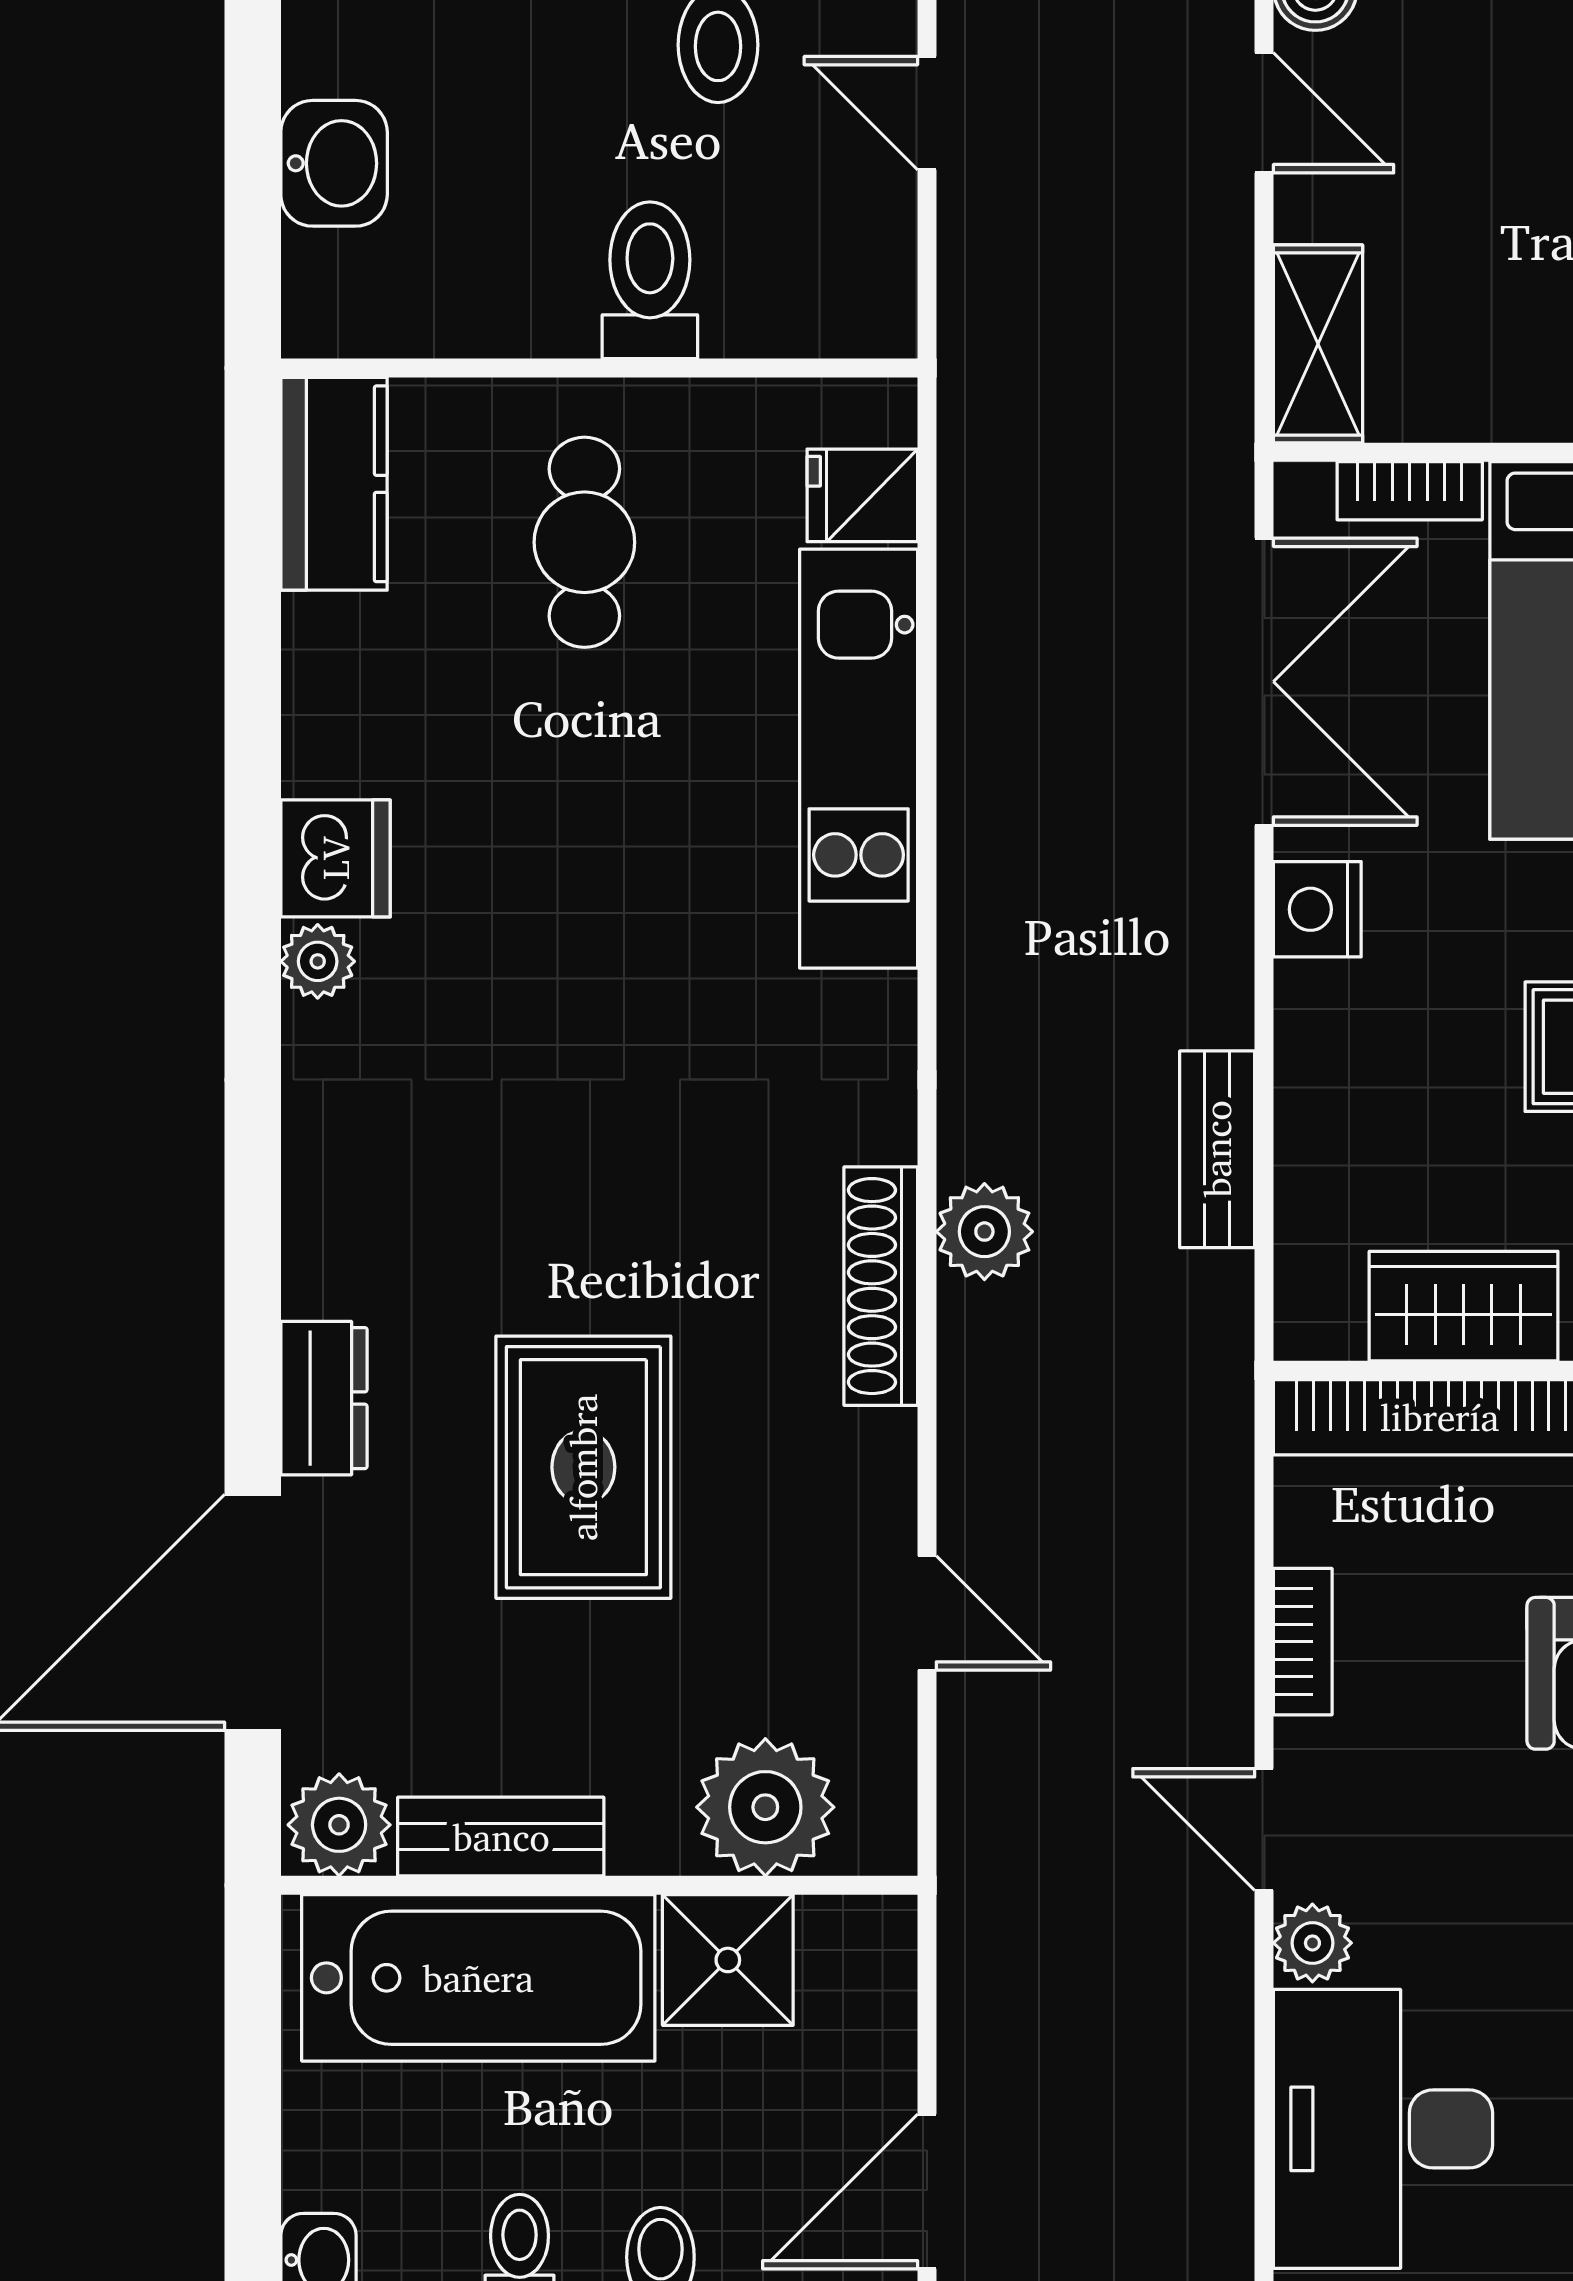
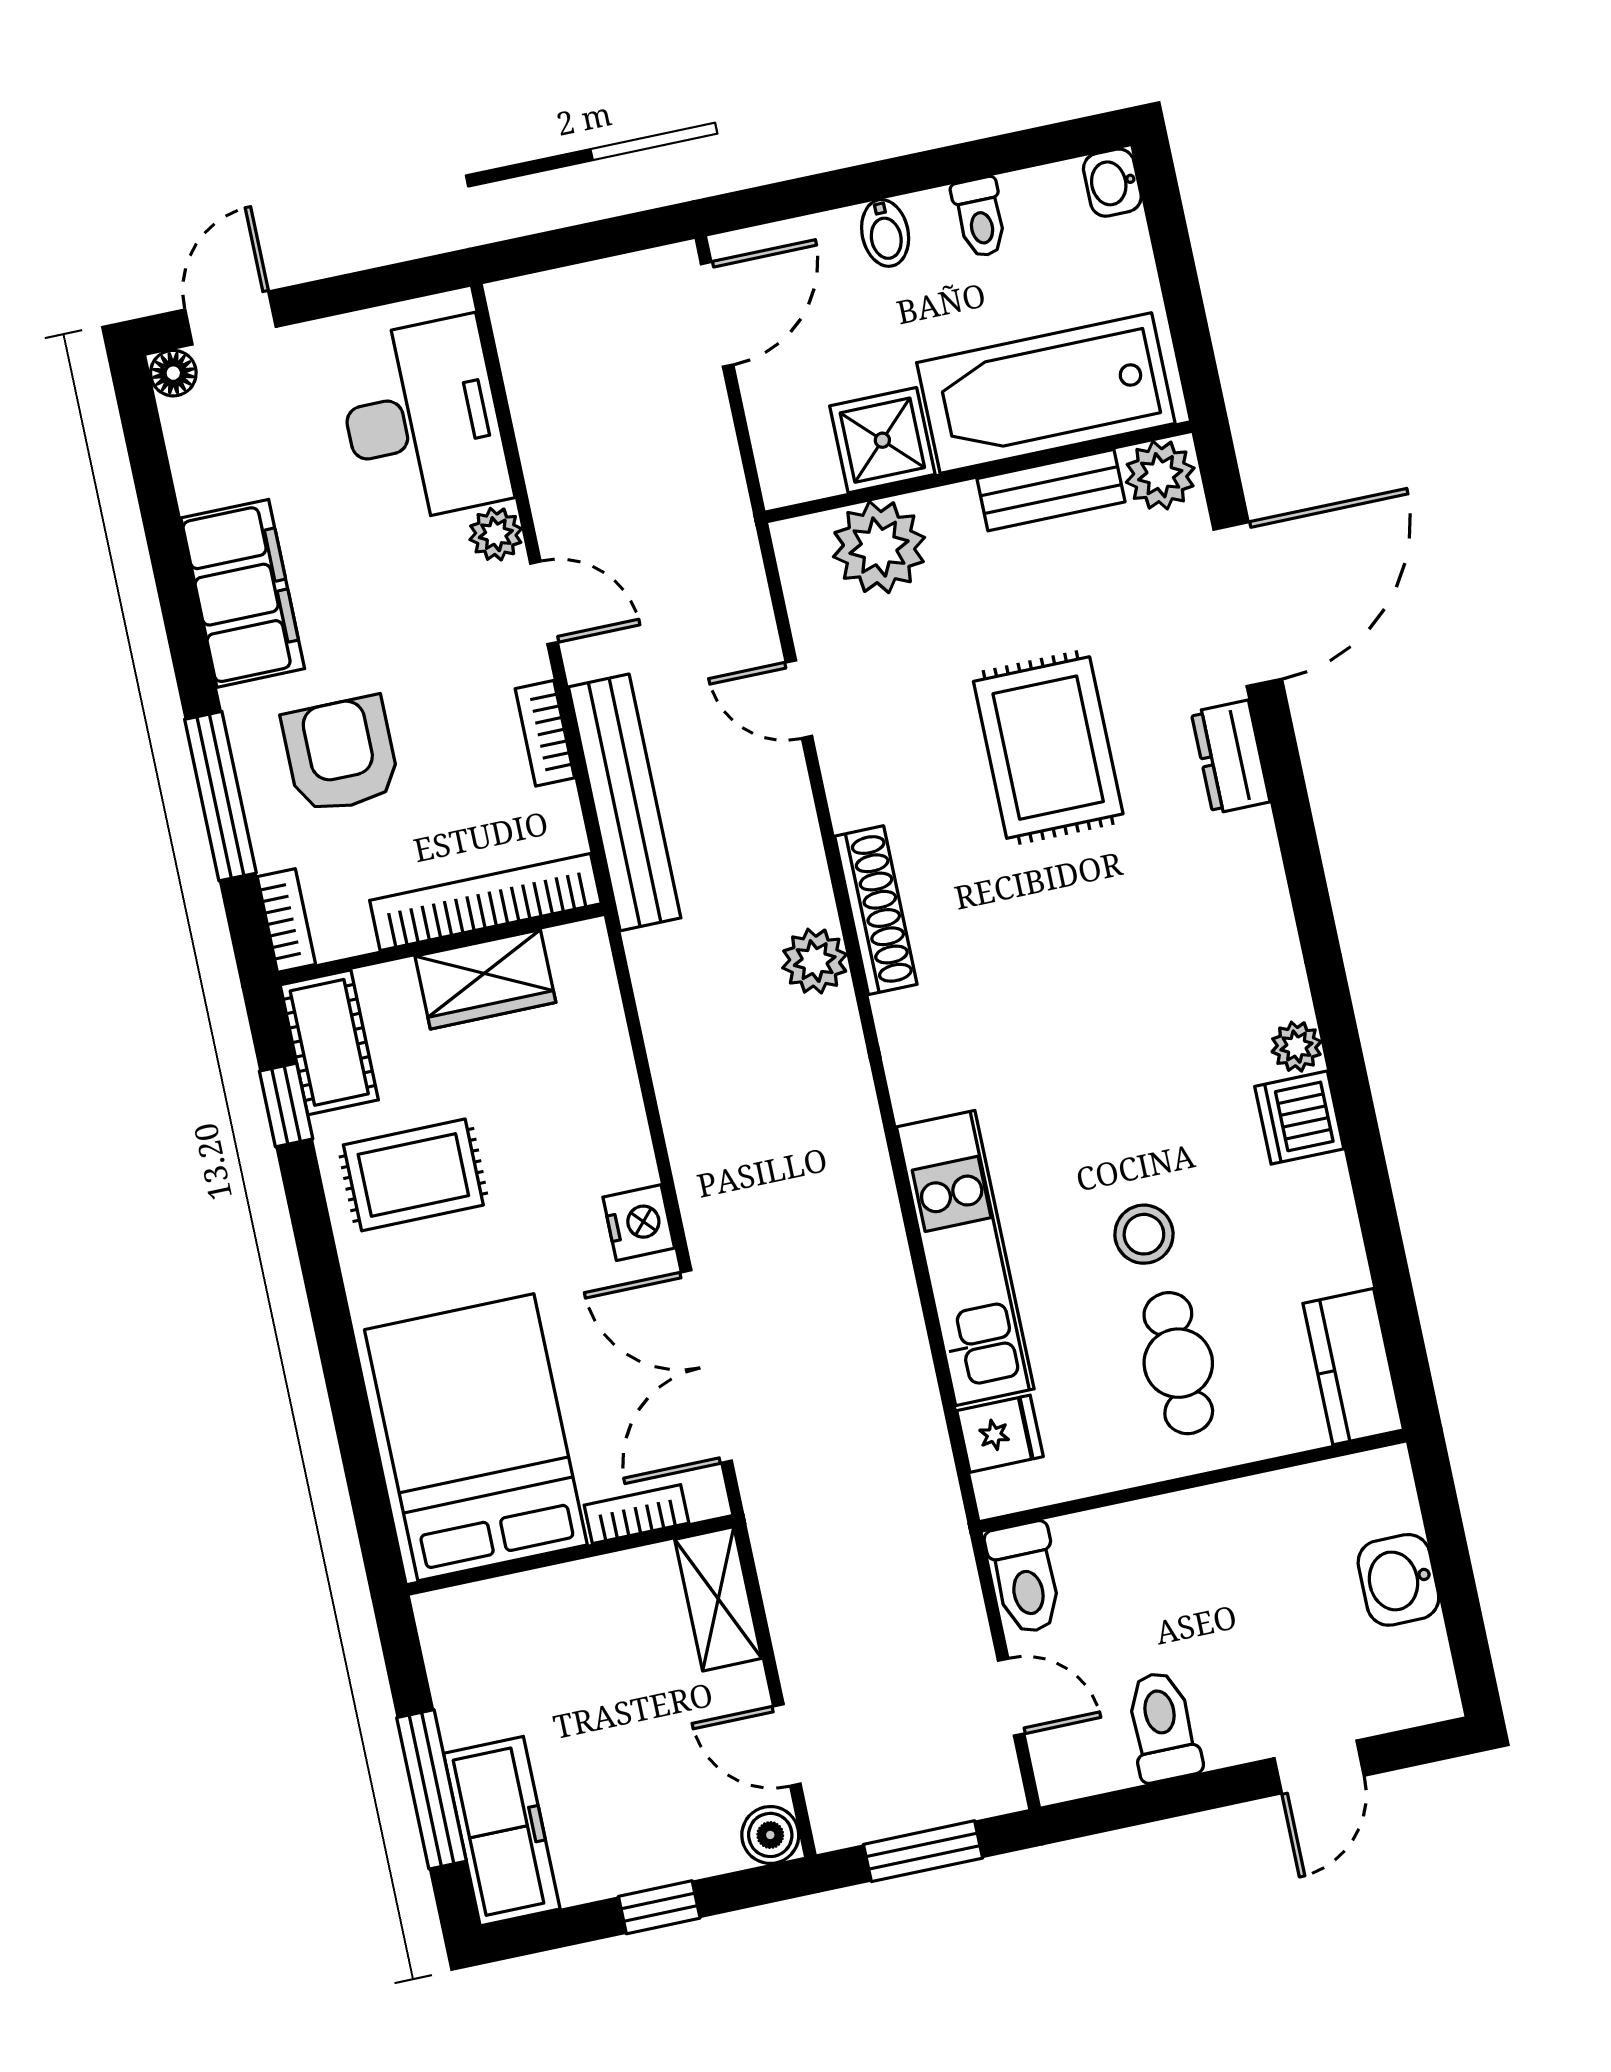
toilet: (650, 280) -> (1025, 1578), moved
stool: (594, 738) -> (1144, 1234), added
bench: (1217, 1149) -> (625, 802), moved, width x1.86, depth x1.21

